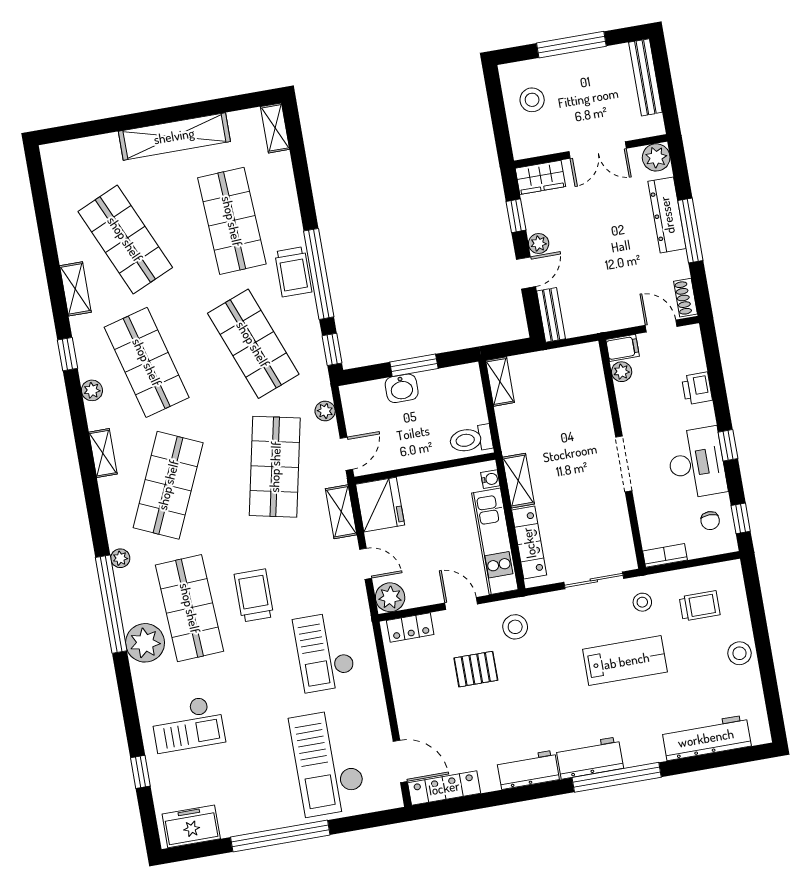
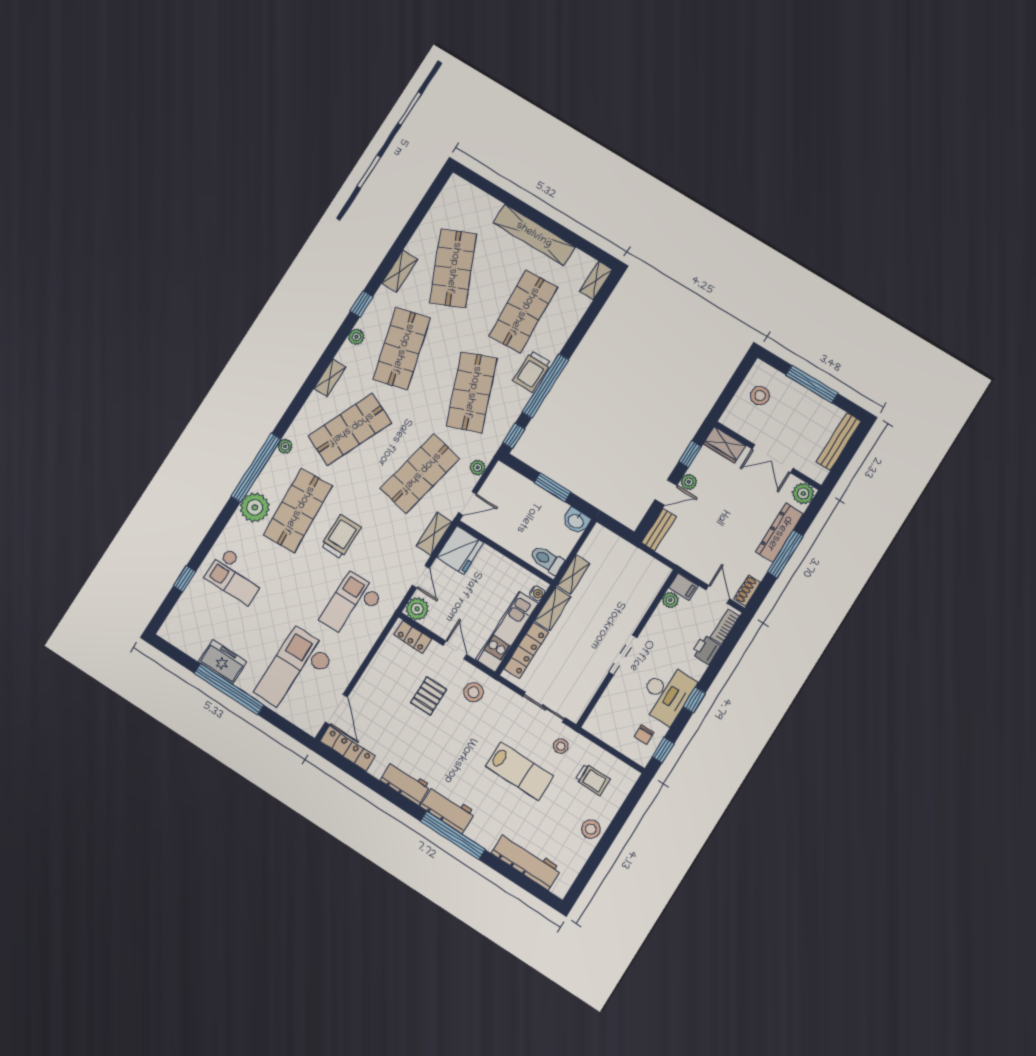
shelving: (500, 382) -> (573, 574), moved
washbasin: (402, 388) -> (576, 521), moved
bookcase: (665, 555) -> (725, 627), moved, turned -90
pallet: (476, 669) -> (429, 696), turned 90
freezer: (191, 826) -> (223, 662), moved

